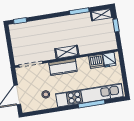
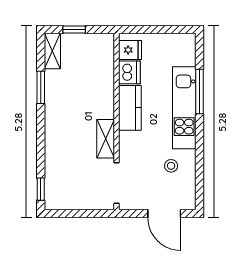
shelving: (67, 52) -> (106, 139), moved
kitchen counter: (63, 67) -> (130, 108), moved
kitchen unit: (89, 95) -> (184, 108), width x0.73

